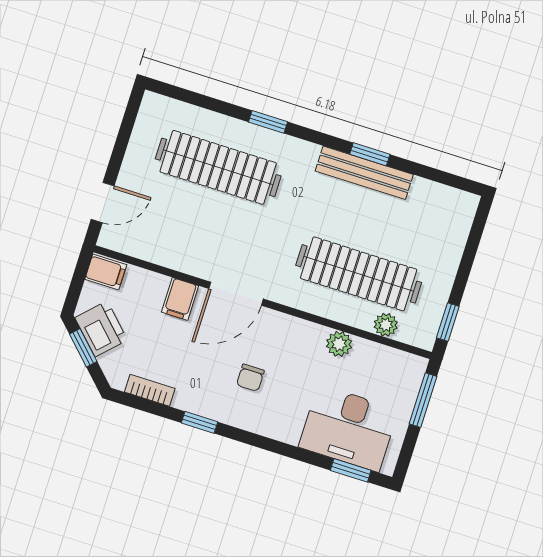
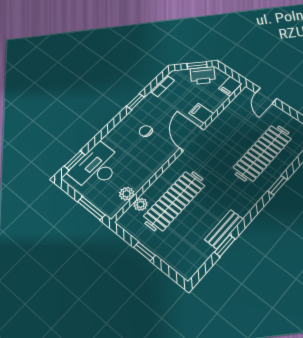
window: (370, 154) -> (225, 246), moved
bench: (364, 173) -> (224, 229), width x0.73
window: (448, 322) -> (144, 251), moved
plant: (339, 344) -> (127, 194), moved

